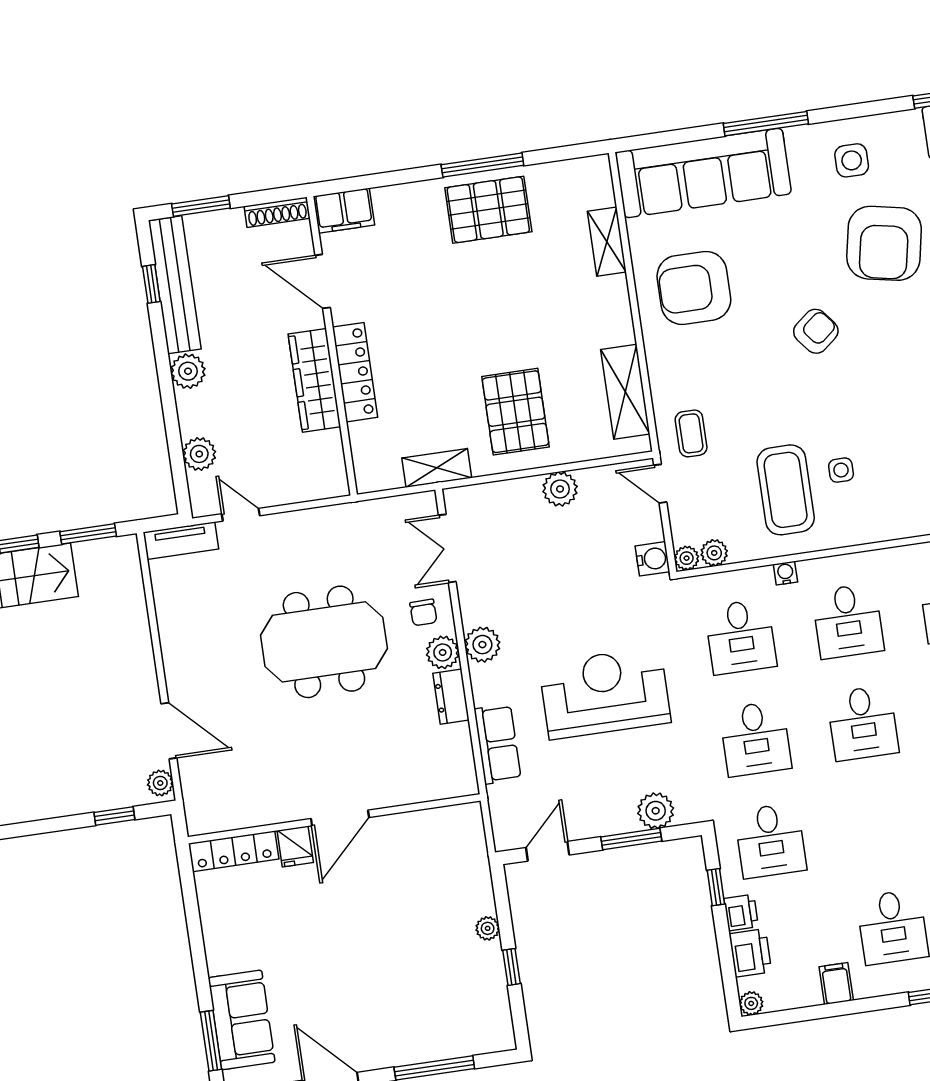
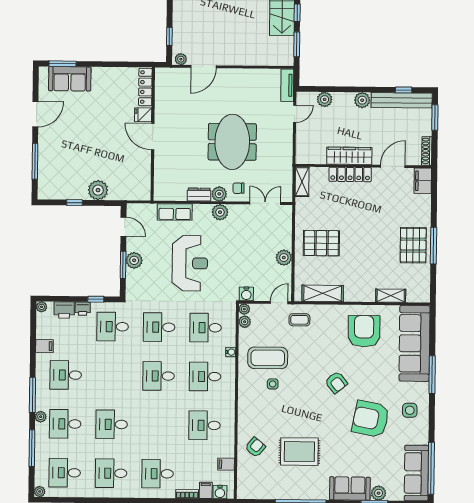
shelving: (437, 468) -> (302, 182), moved
plant: (656, 811) -> (134, 260), moved
plant: (488, 928) -> (98, 190), width x1.88, depth x1.88

